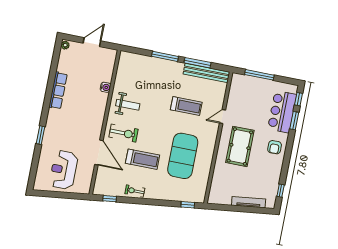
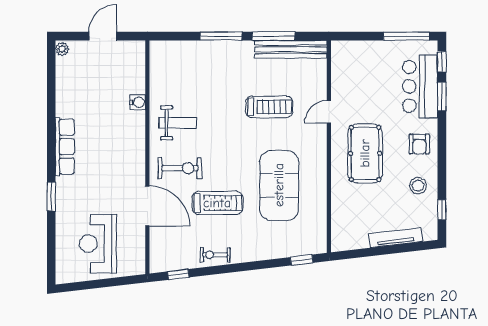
window: (259, 75) -> (406, 36), moved
row of seats: (58, 90) -> (65, 147), moved
stool: (269, 173) -> (418, 186), added

